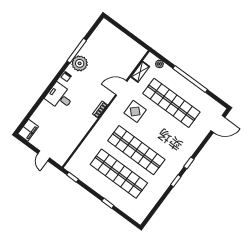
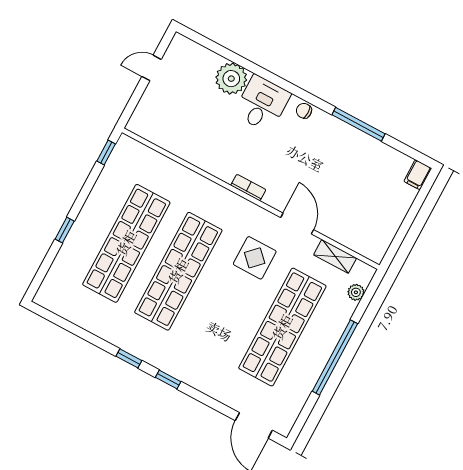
plant: (80, 63) -> (231, 79), moved
filing cabinet: (28, 130) -> (418, 175), moved, width x0.50
door: (44, 156) -> (152, 68), moved

